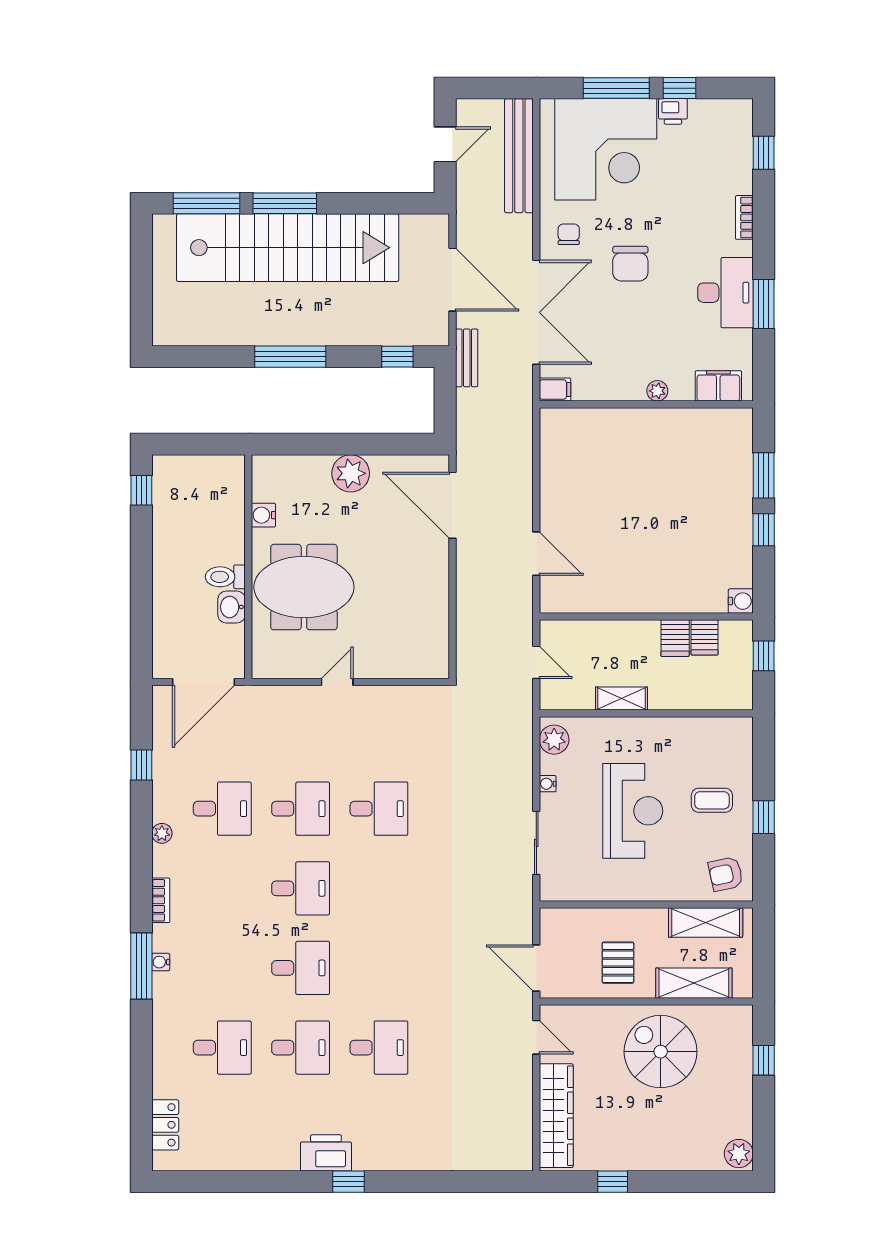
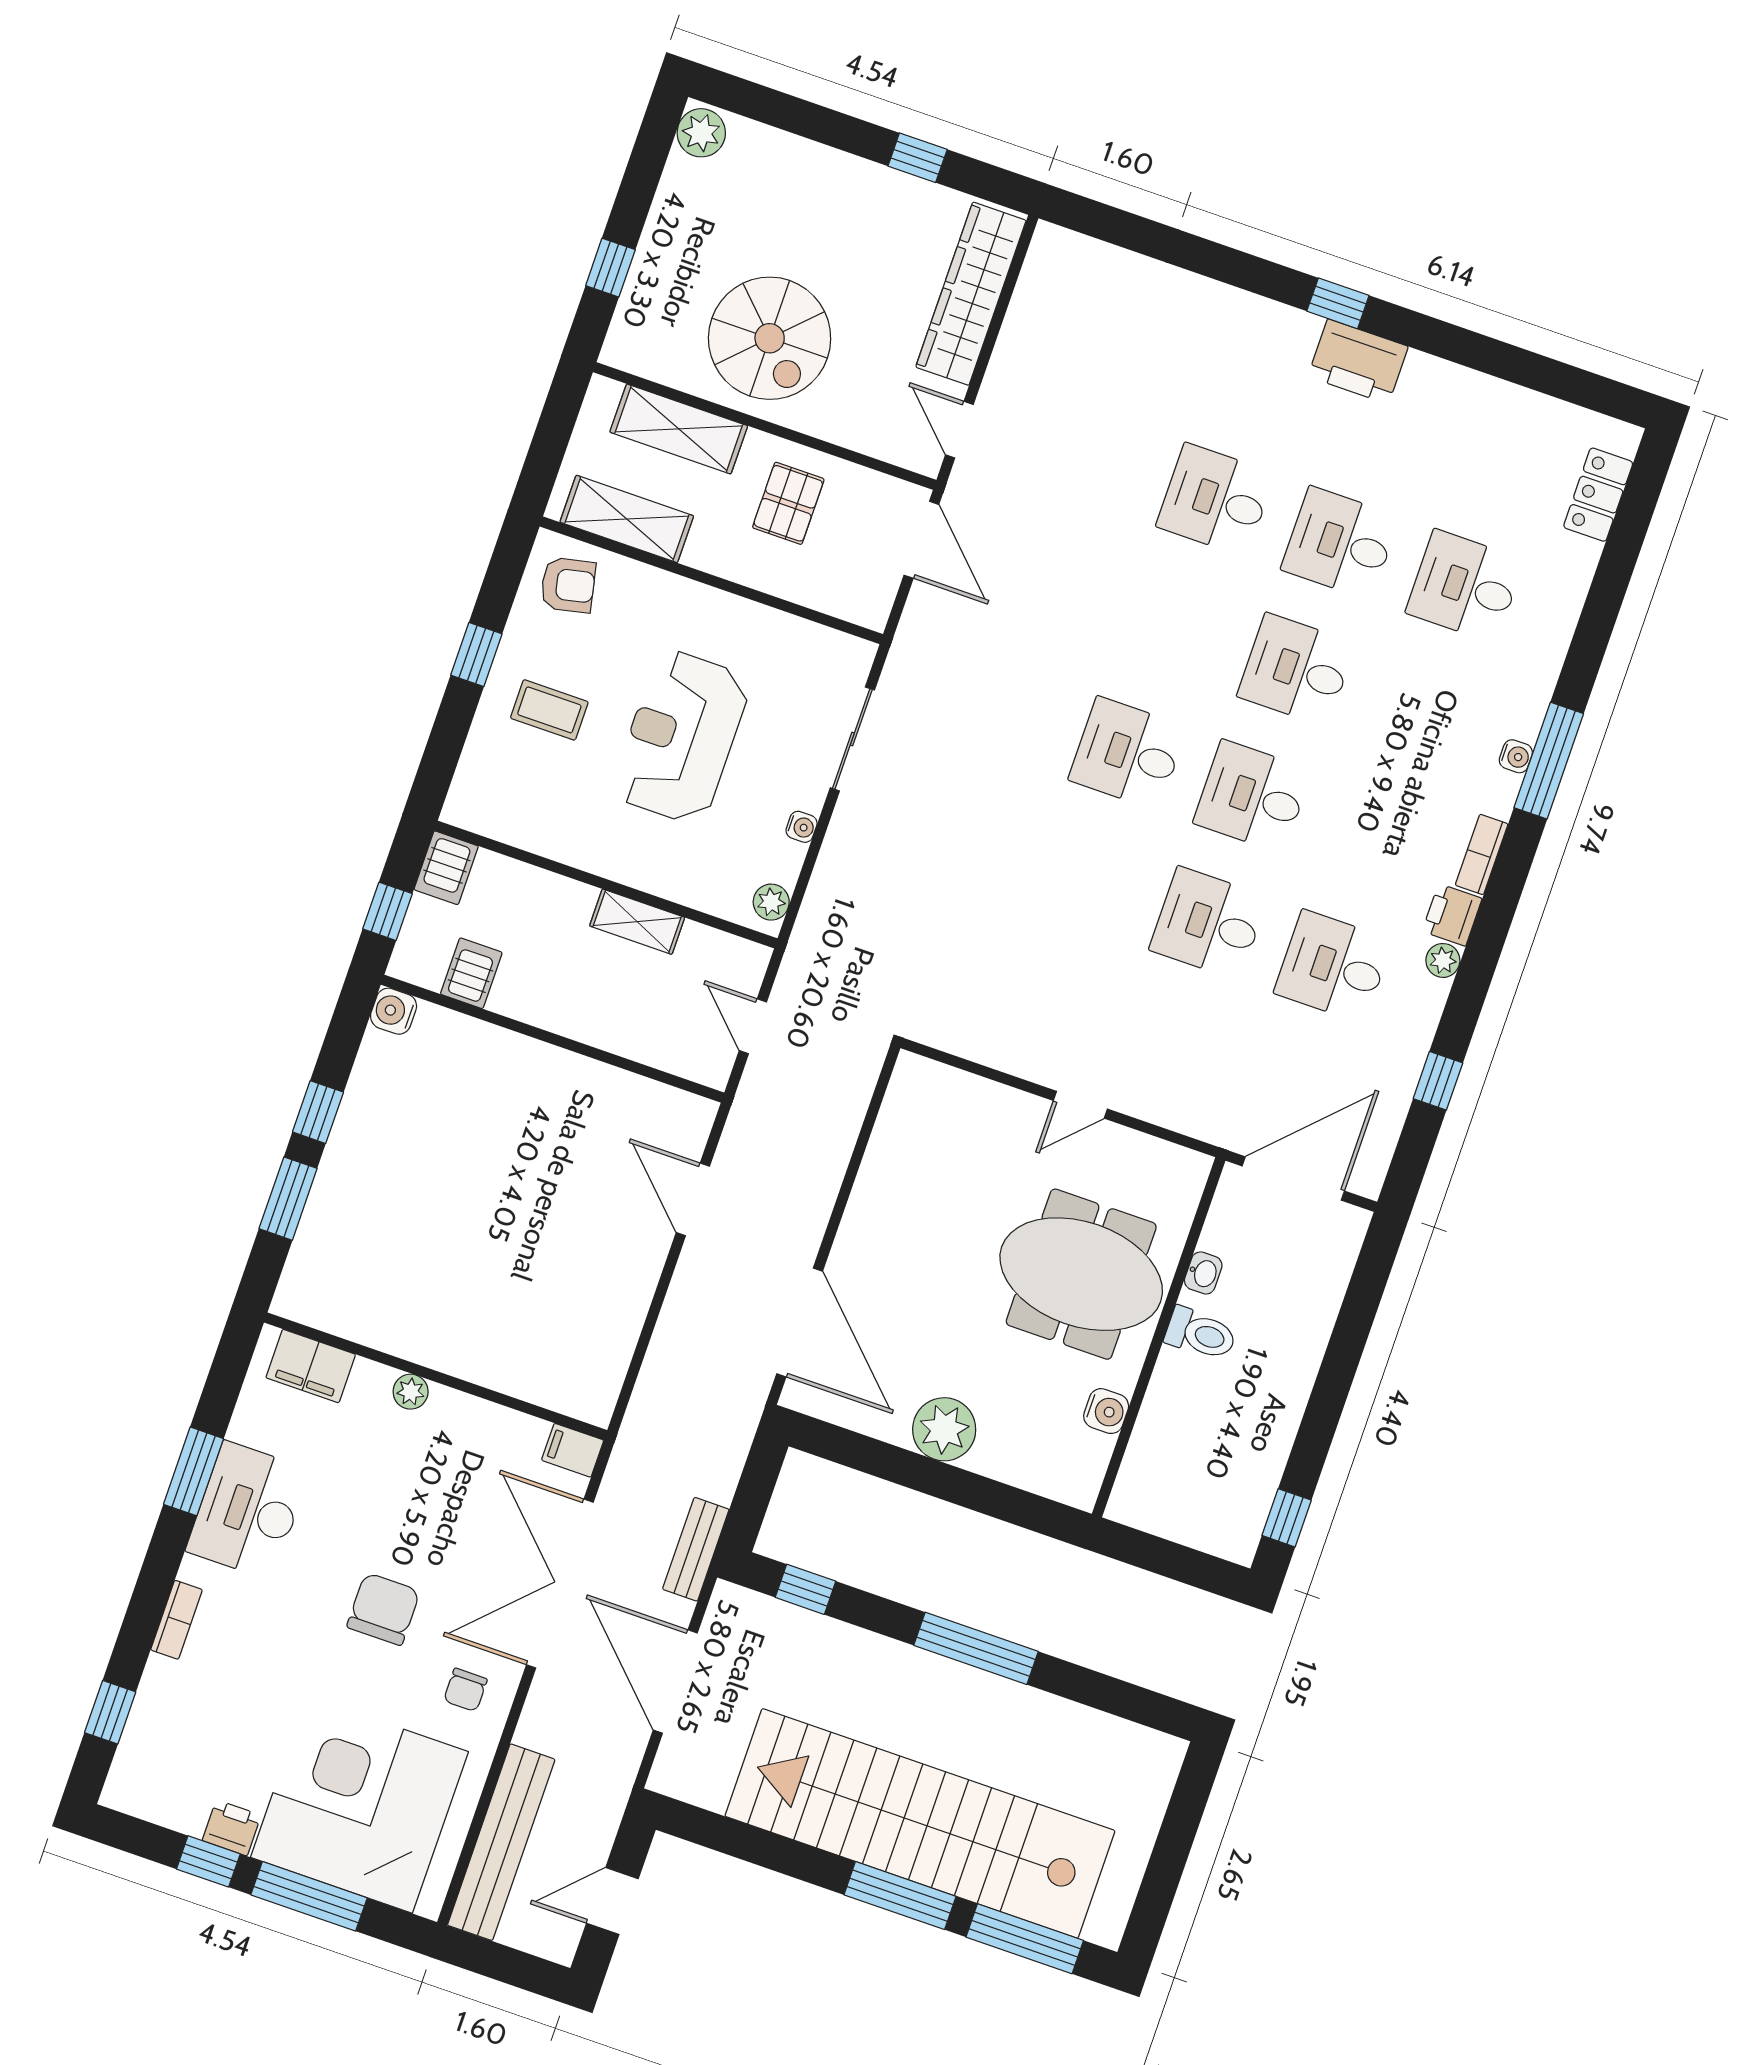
washbasin: (231, 607) -> (1203, 1273), width x0.72, depth x0.69
server rack: (675, 638) -> (446, 868), moved, turned 180
plant: (554, 740) -> (771, 902), width x0.73, depth x0.73
desk: (379, 809) -> (1128, 753), moved
printer: (166, 861) -> (1452, 915), added

